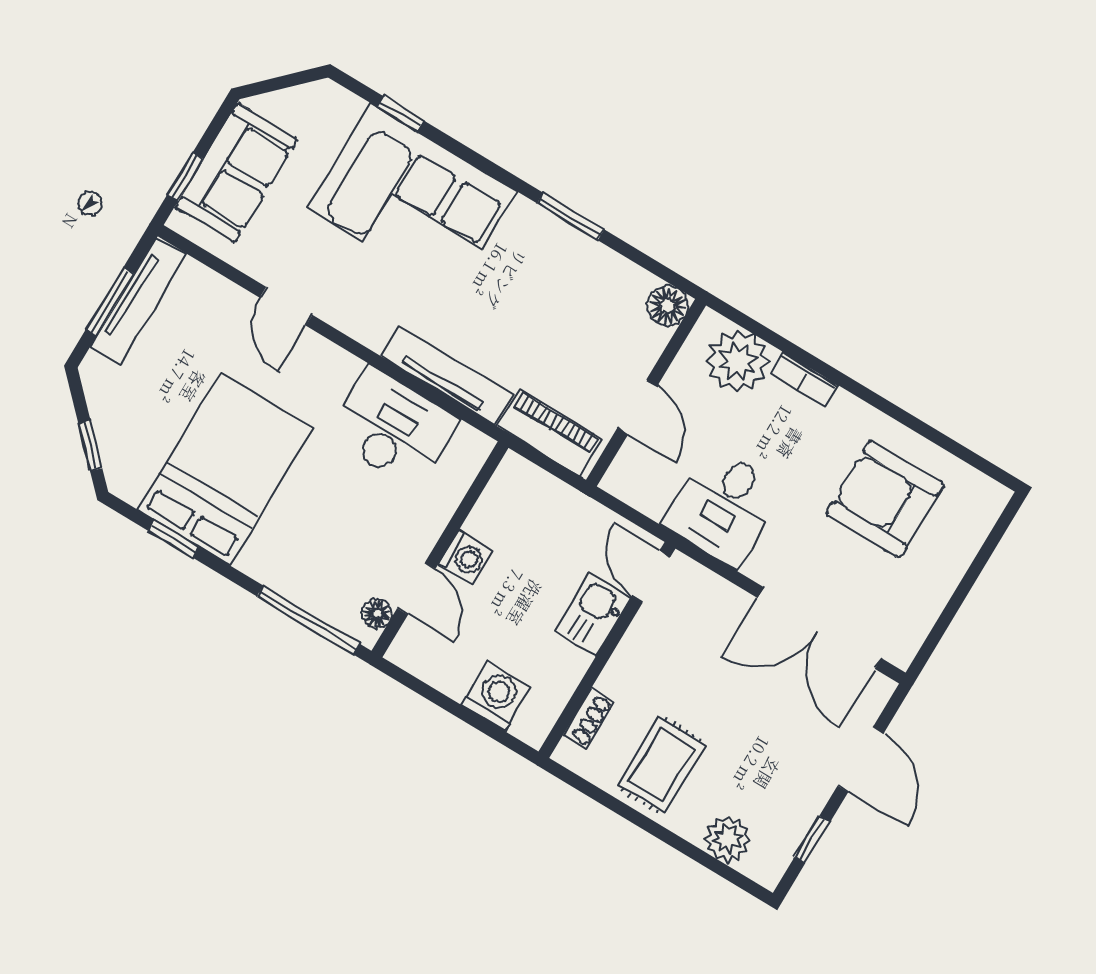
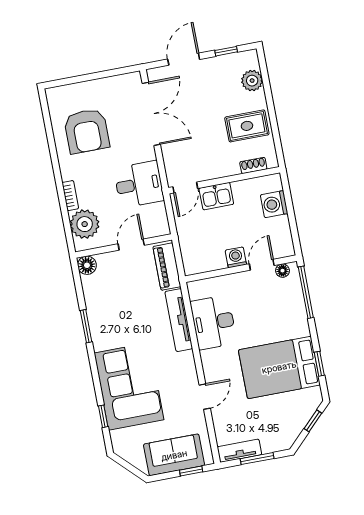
tv unit: (139, 300) -> (239, 451), width x0.71

